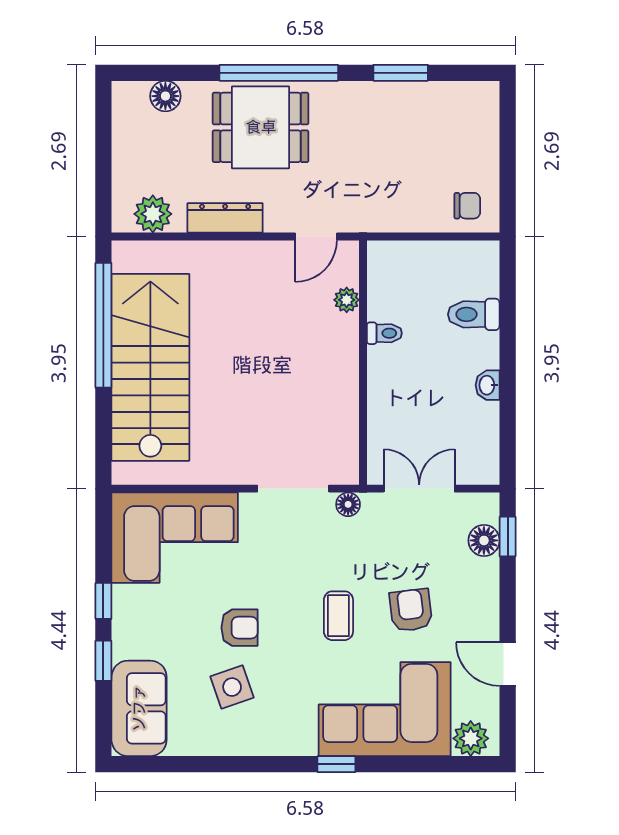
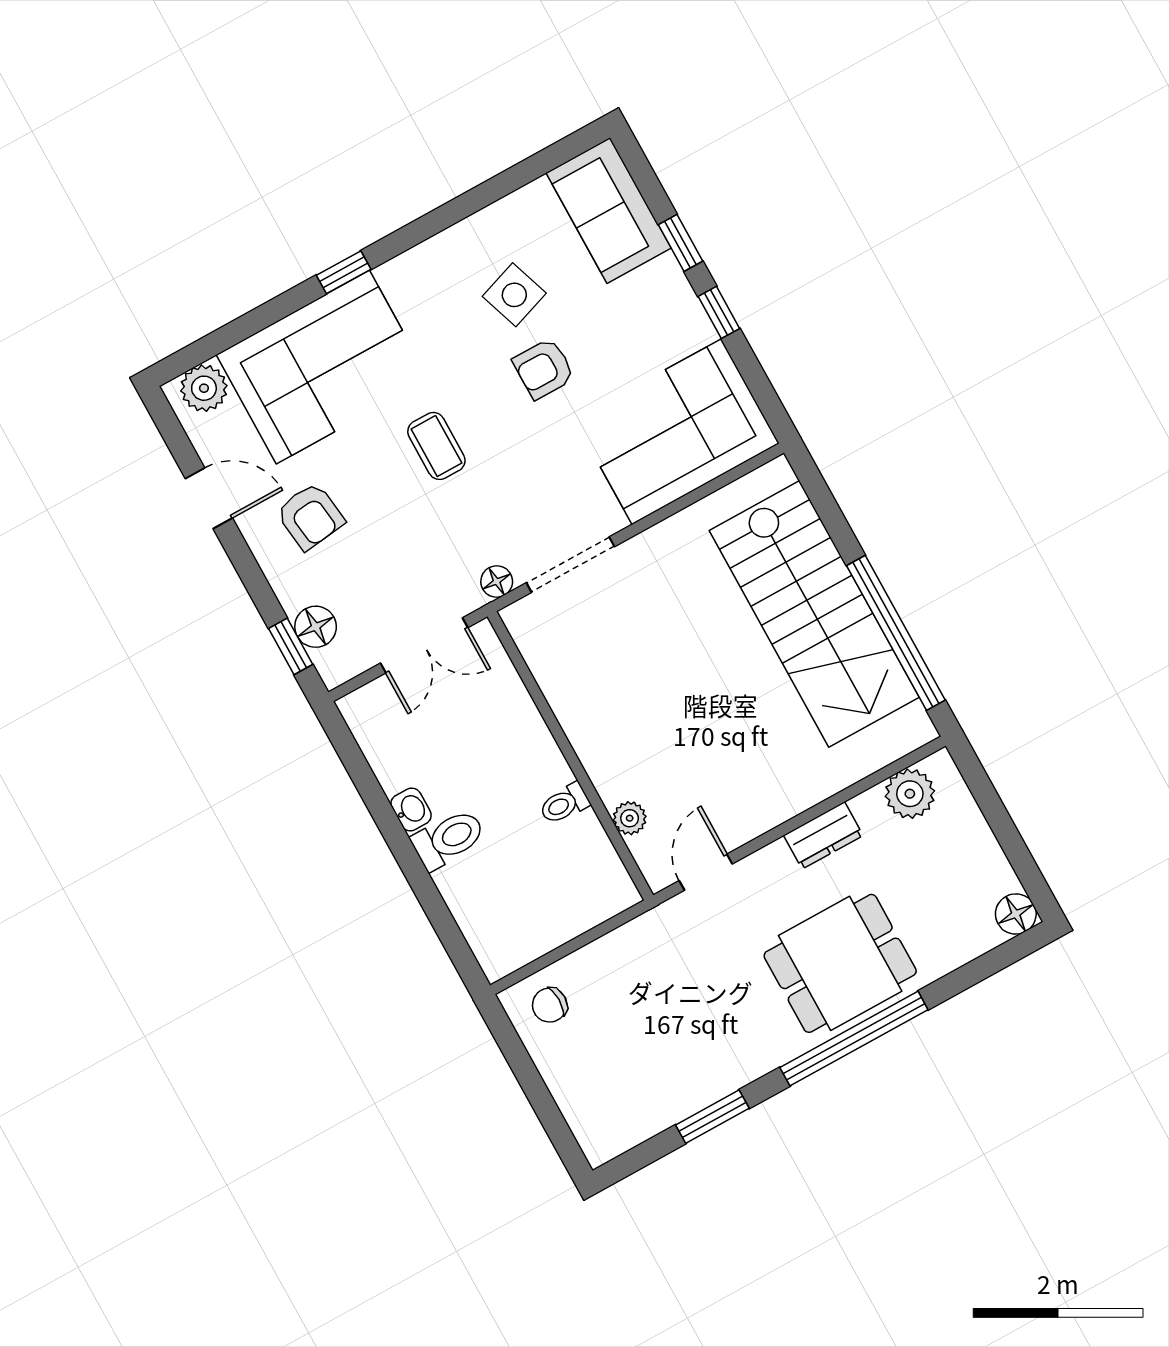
floor lamp: (165, 96) -> (1016, 914), moved
dresser: (225, 218) -> (823, 835), width x0.70
toilet: (474, 314) -> (448, 839), moved
armchair: (411, 610) -> (310, 516), moved

